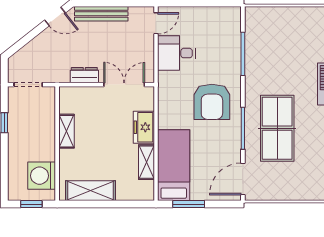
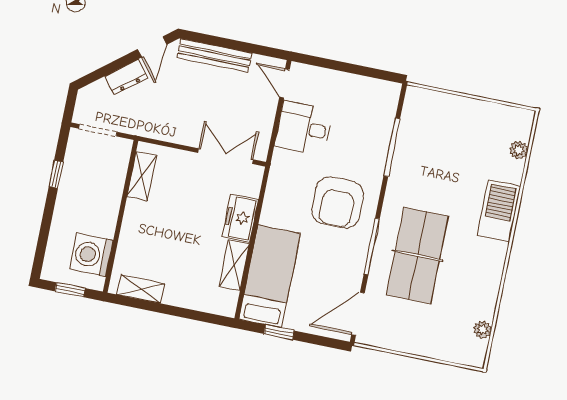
door: (55, 17) -> (152, 47), hinge flipped
door: (156, 23) -> (285, 83), swing flipped
dresser: (84, 75) -> (126, 77), moved, turned 142
shelving: (66, 131) -> (142, 176), moved
shelving: (91, 191) -> (141, 289), width x0.67, depth x0.75
window: (189, 204) -> (279, 332), width x0.67

